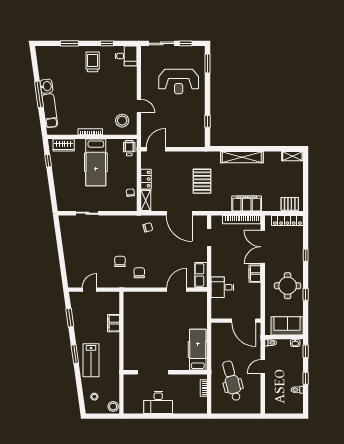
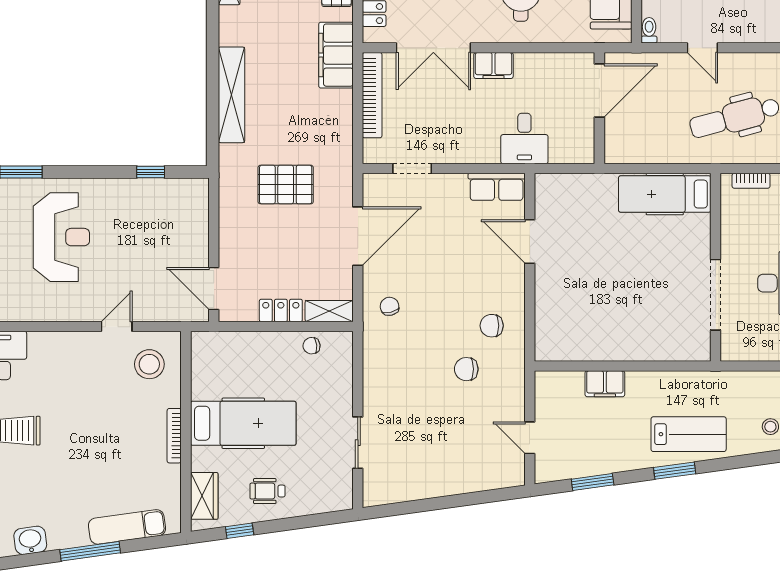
washbasin: (46, 86) -> (30, 540), moved
wheelchair: (129, 148) -> (268, 491), moved
filing cabinet: (247, 204) -> (336, 55), moved

